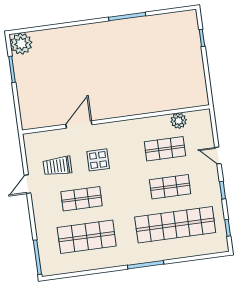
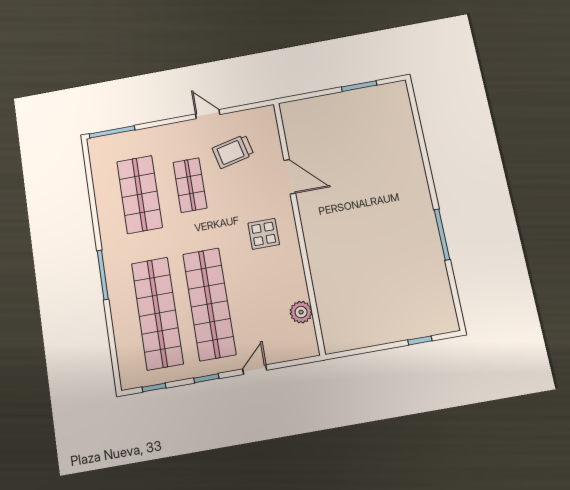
plant: (21, 44) -> (394, 96), removed
shop shelf: (165, 149) -> (261, 295), removed
display table: (98, 160) -> (264, 234), moved
trolley: (57, 166) -> (233, 151), turned -103
shop shelf: (170, 187) -> (209, 304), width x2.00, depth x1.36

